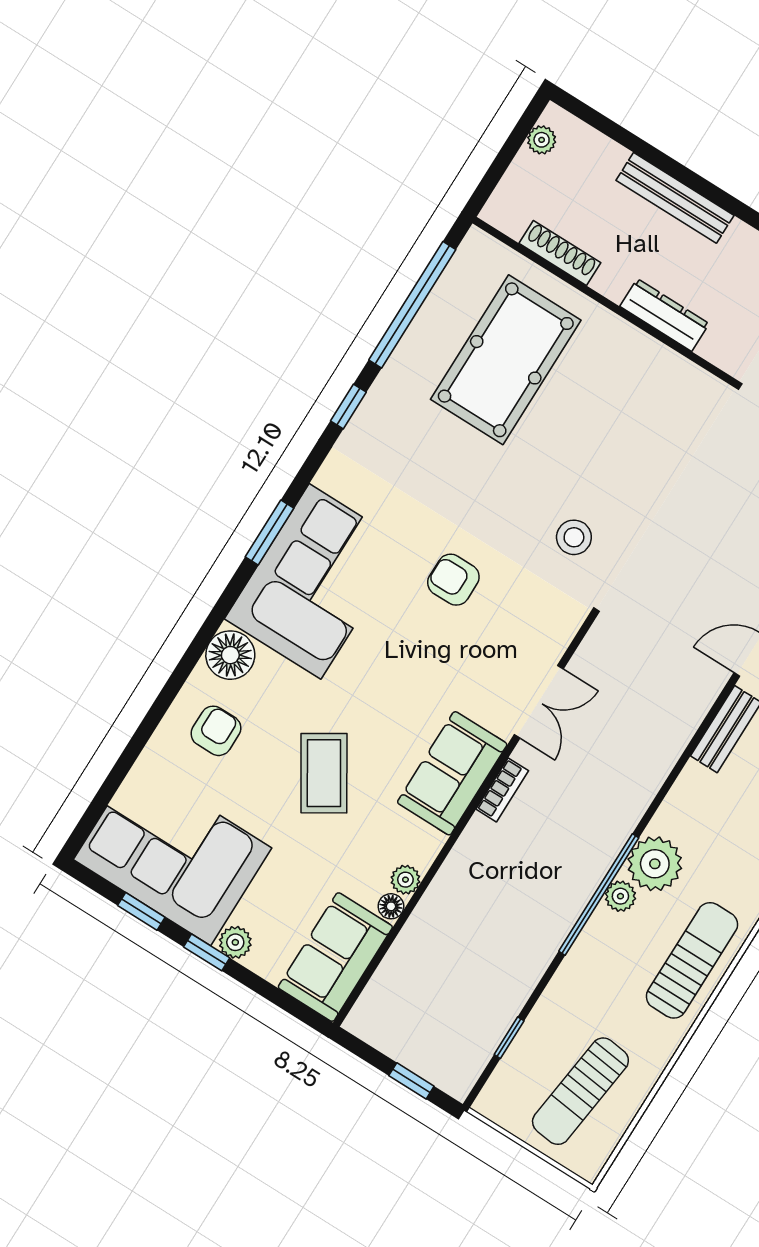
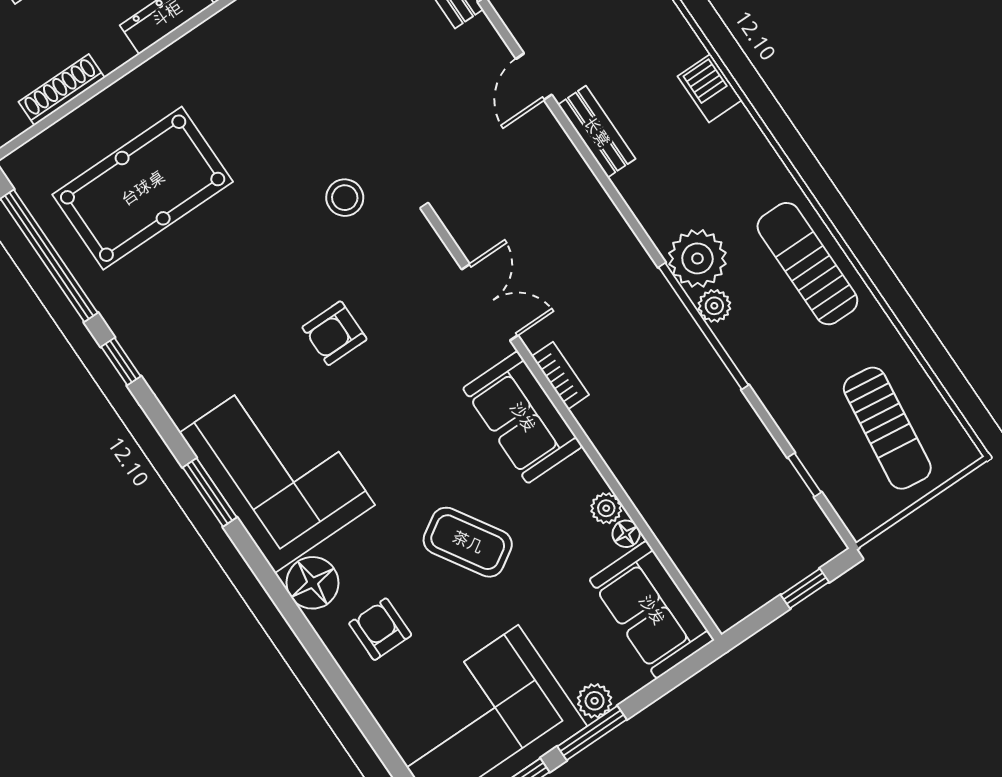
pool table: (506, 360) -> (143, 188), turned 90
window: (207, 952) -> (592, 733), width x1.50

